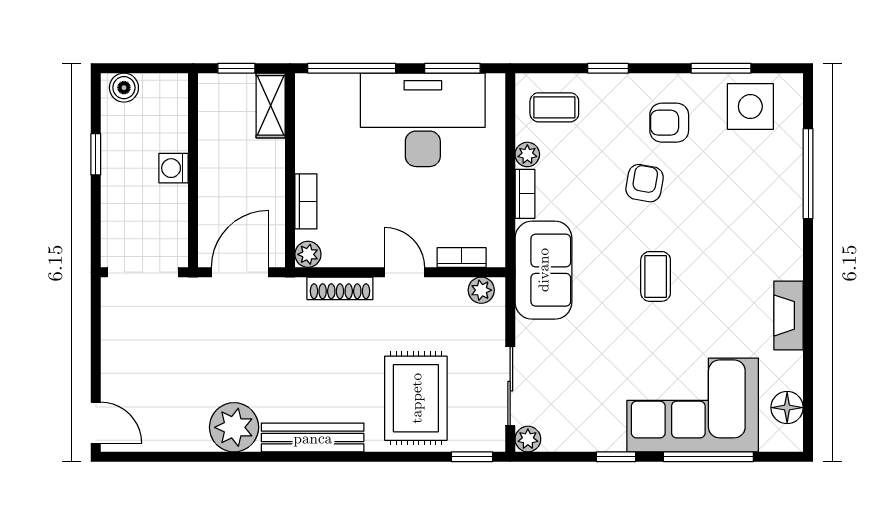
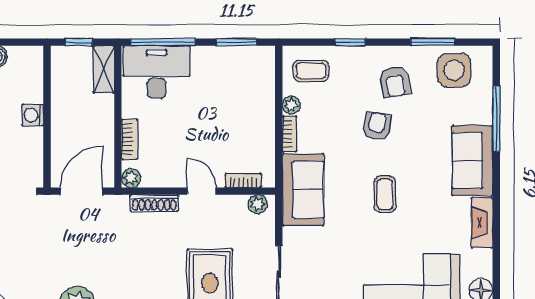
desk: (423, 120) -> (157, 72), moved, width x0.73, depth x0.77
armchair: (669, 123) -> (395, 82), turned -101
sofa: (775, 230) -> (472, 161), added

